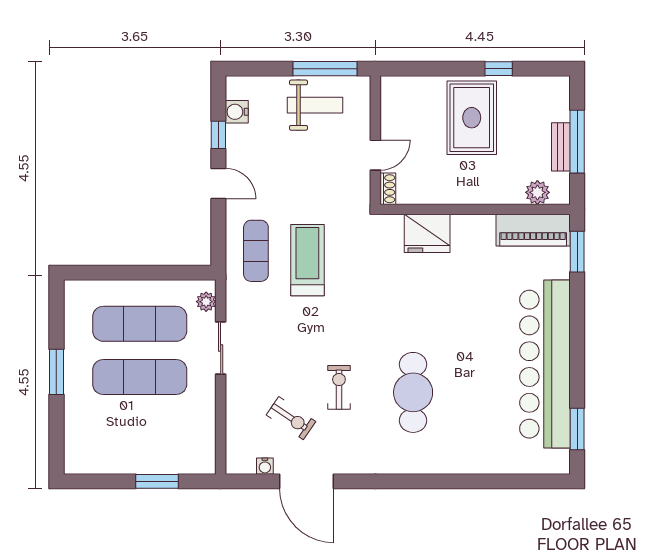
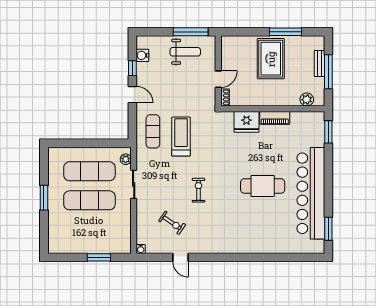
window: (499, 69) -> (285, 32), width x2.17
bench: (561, 147) -> (320, 64), moved
piano: (533, 230) -> (275, 118), moved, width x0.73, depth x0.75
exercise bike: (339, 387) -> (198, 190), moved
cafe table: (413, 392) -> (263, 186), moved, turned 90
water cooler: (265, 466) -> (141, 249), moved
door: (307, 481) -> (181, 257), width x0.53

